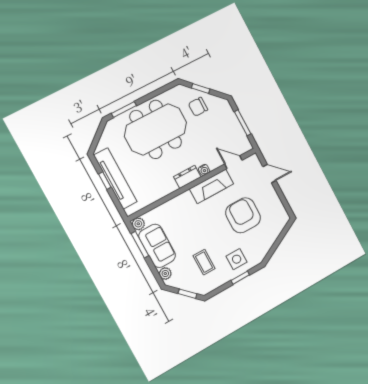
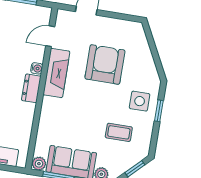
armchair: (243, 215) -> (105, 64), turned 90

